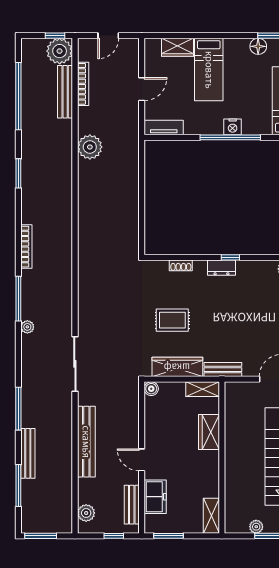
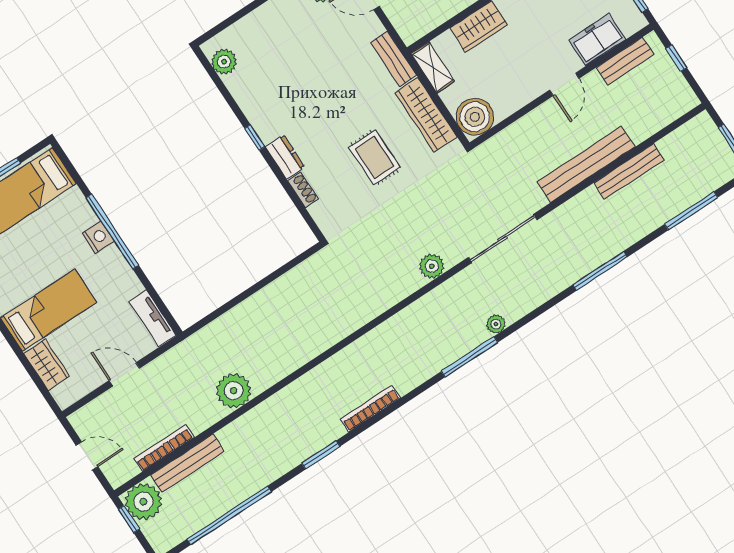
bookcase: (26, 247) -> (370, 409), moved
dresser: (221, 268) -> (285, 157), moved
boiler: (151, 389) -> (475, 117), width x1.86, depth x1.86
bench: (28, 453) -> (629, 171), moved
plant: (86, 513) -> (432, 266), moved

